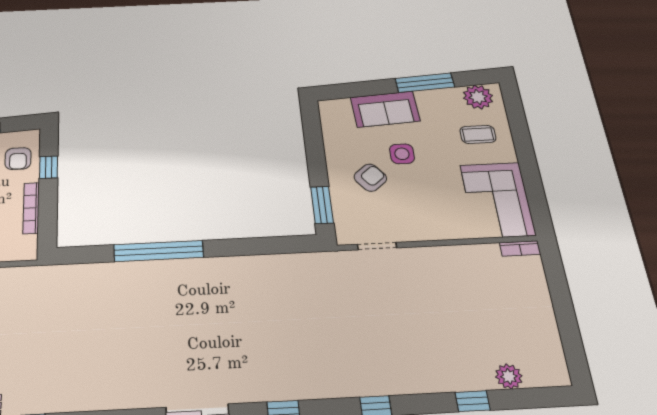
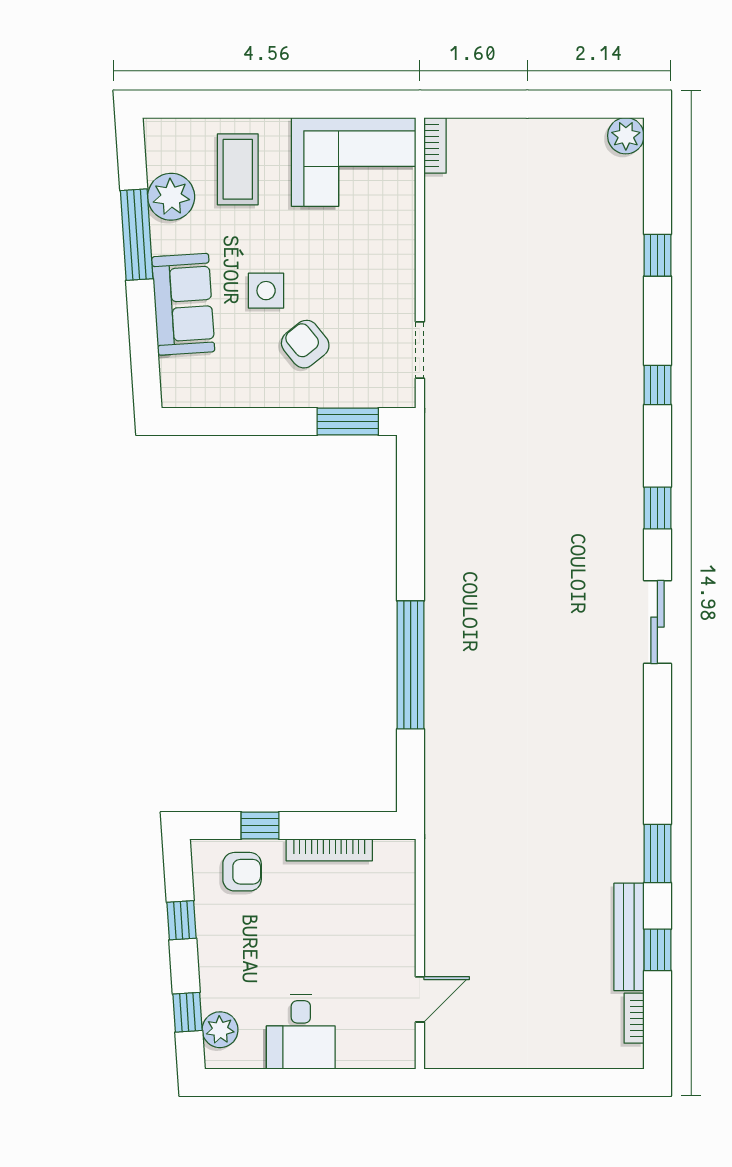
plant: (478, 97) -> (171, 197), moved
coffee table: (478, 134) -> (238, 169), width x1.36, depth x1.30
plant: (509, 376) -> (626, 136), moved

